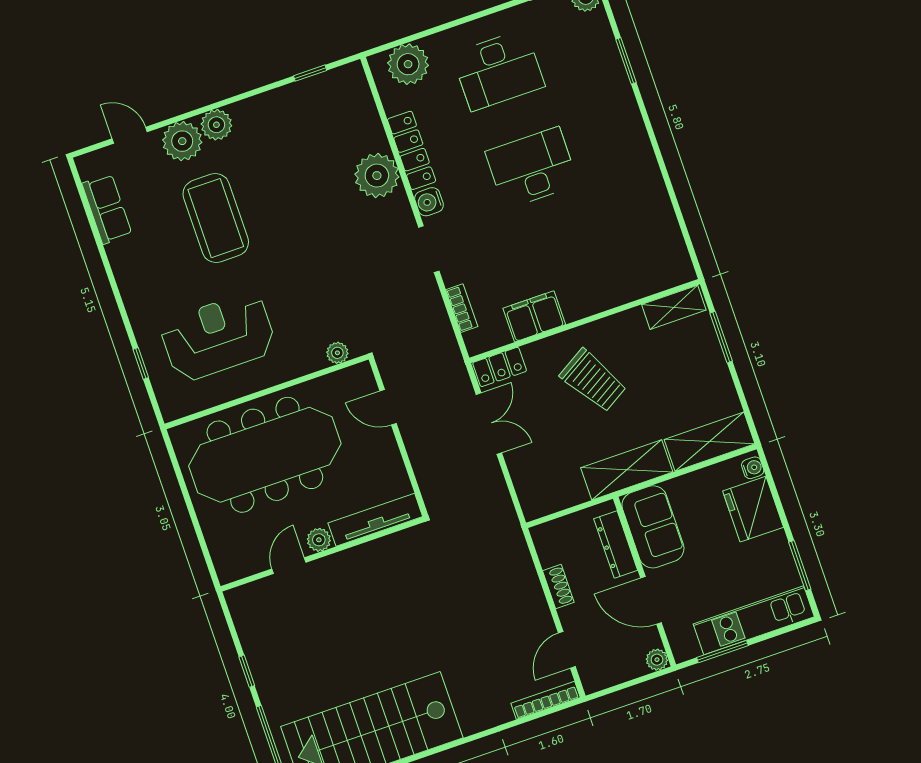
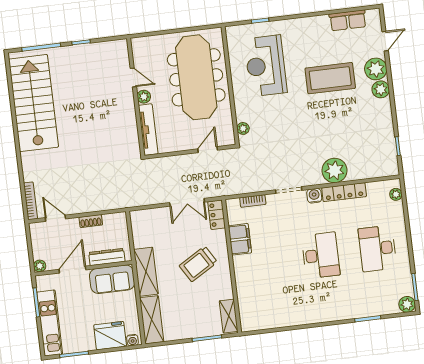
plant: (408, 64) -> (396, 194), width x0.53, depth x0.53
reception desk: (218, 337) -> (266, 66), turned 180

